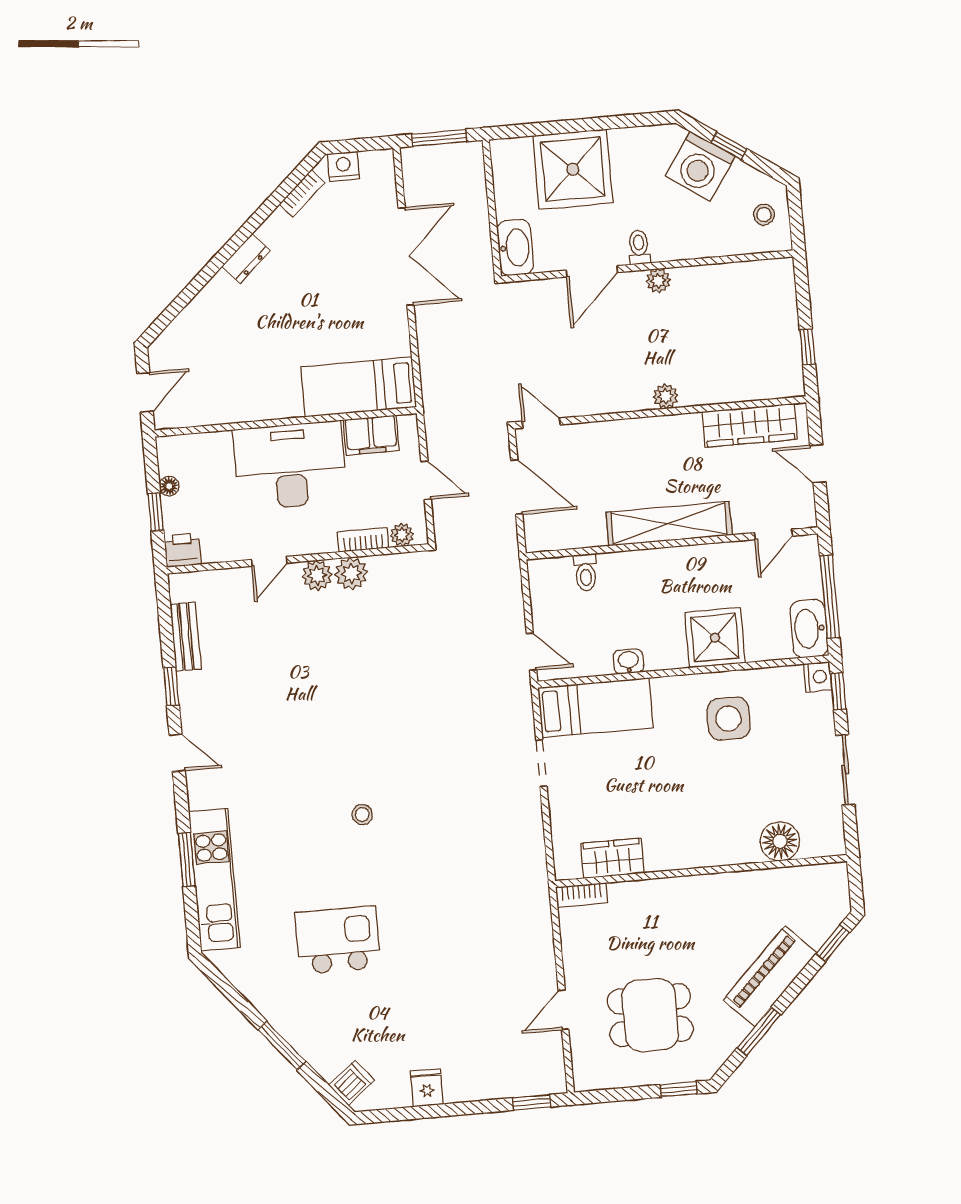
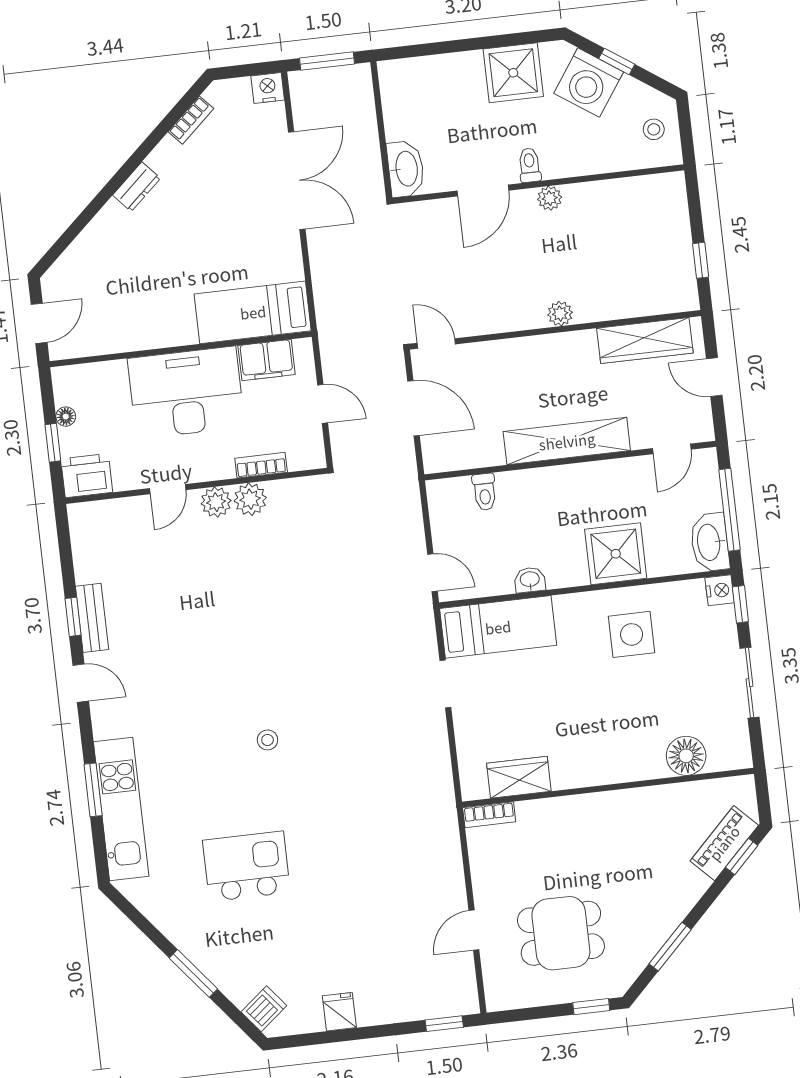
nightstand: (343, 166) -> (268, 88), moved
shower: (573, 169) -> (513, 73), moved, width x0.73, depth x0.73
plant: (402, 535) -> (300, 459), removed
printer: (183, 550) -> (87, 476), width x1.36, depth x1.24
bench: (186, 637) -> (92, 618), moved
piano: (770, 976) -> (724, 843), moved, width x0.73, depth x0.75

